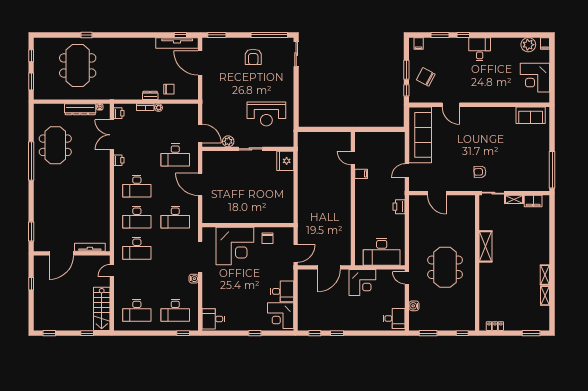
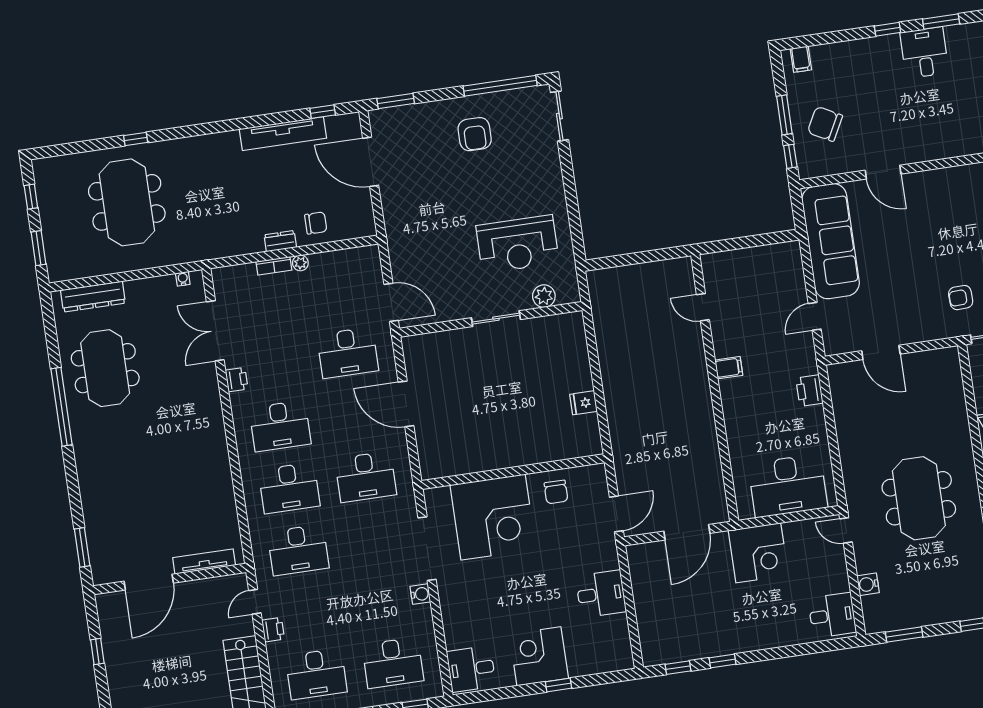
window: (440, 35) -> (941, 21), moved
tv unit: (177, 43) -> (283, 134), moved
dresser: (80, 109) -> (93, 297), moved
printer: (119, 113) -> (273, 630), moved
plant: (228, 141) -> (544, 296), moved
fridge: (285, 161) -> (584, 403), moved, width x0.53, depth x0.75
filing cabinet: (361, 174) -> (729, 368), moved
corner desk: (281, 316) -> (539, 656), moved, turned 90

